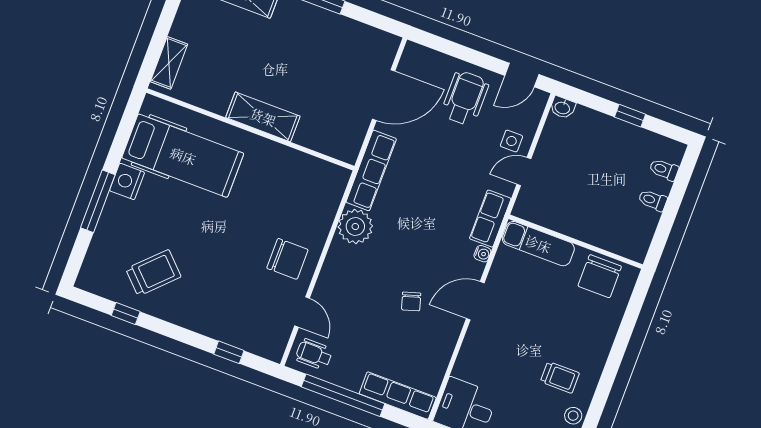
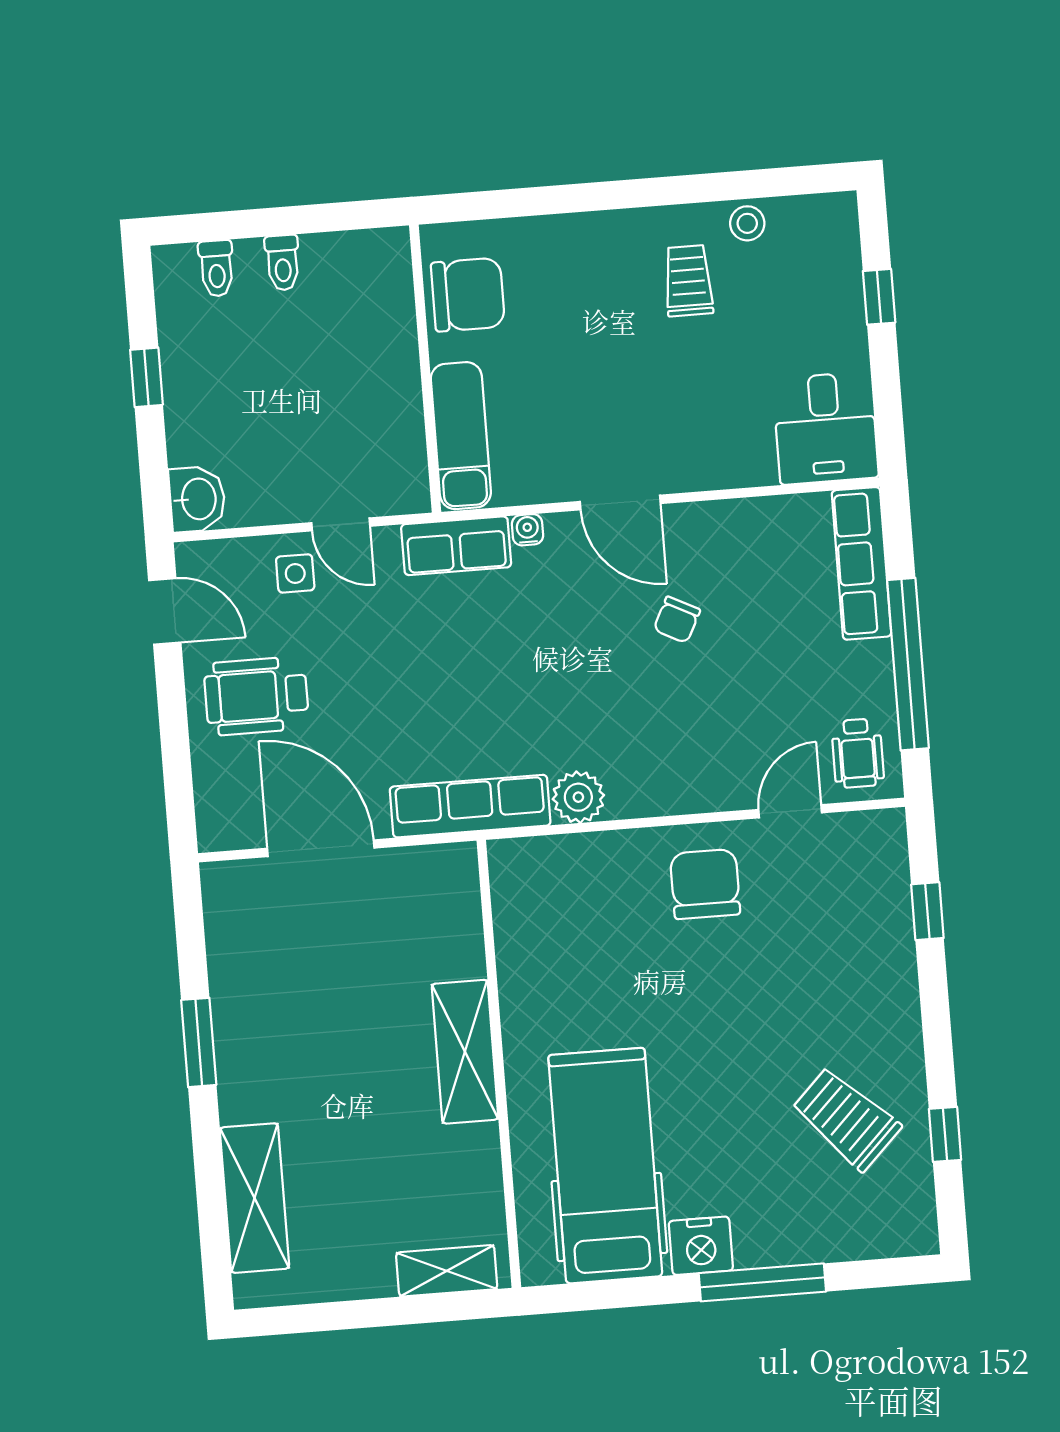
washbasin: (562, 108) -> (197, 499), width x1.38, depth x1.45
plant: (355, 227) -> (578, 797), width x0.73, depth x0.73
chair: (411, 301) -> (677, 620), turned 134

